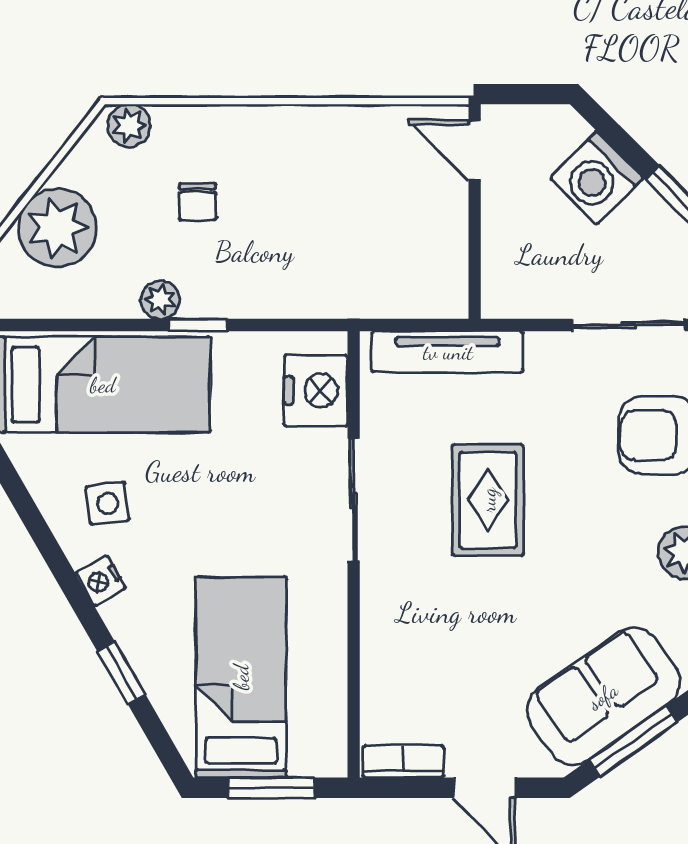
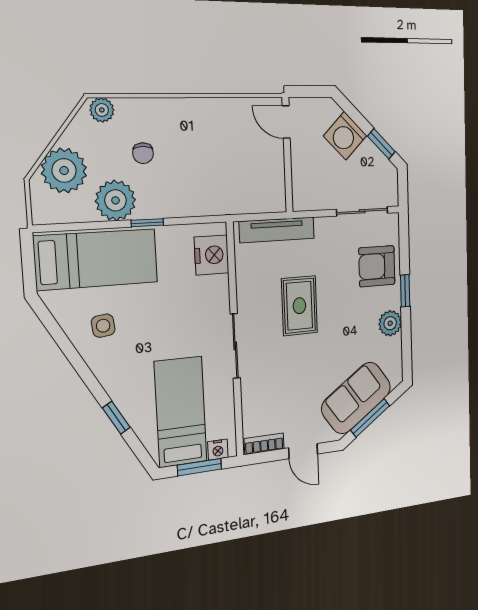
plant: (160, 300) -> (115, 200), width x1.88, depth x1.88
sliding door: (354, 500) -> (235, 346), moved
nightstand: (101, 581) -> (218, 450), moved, turned -60

